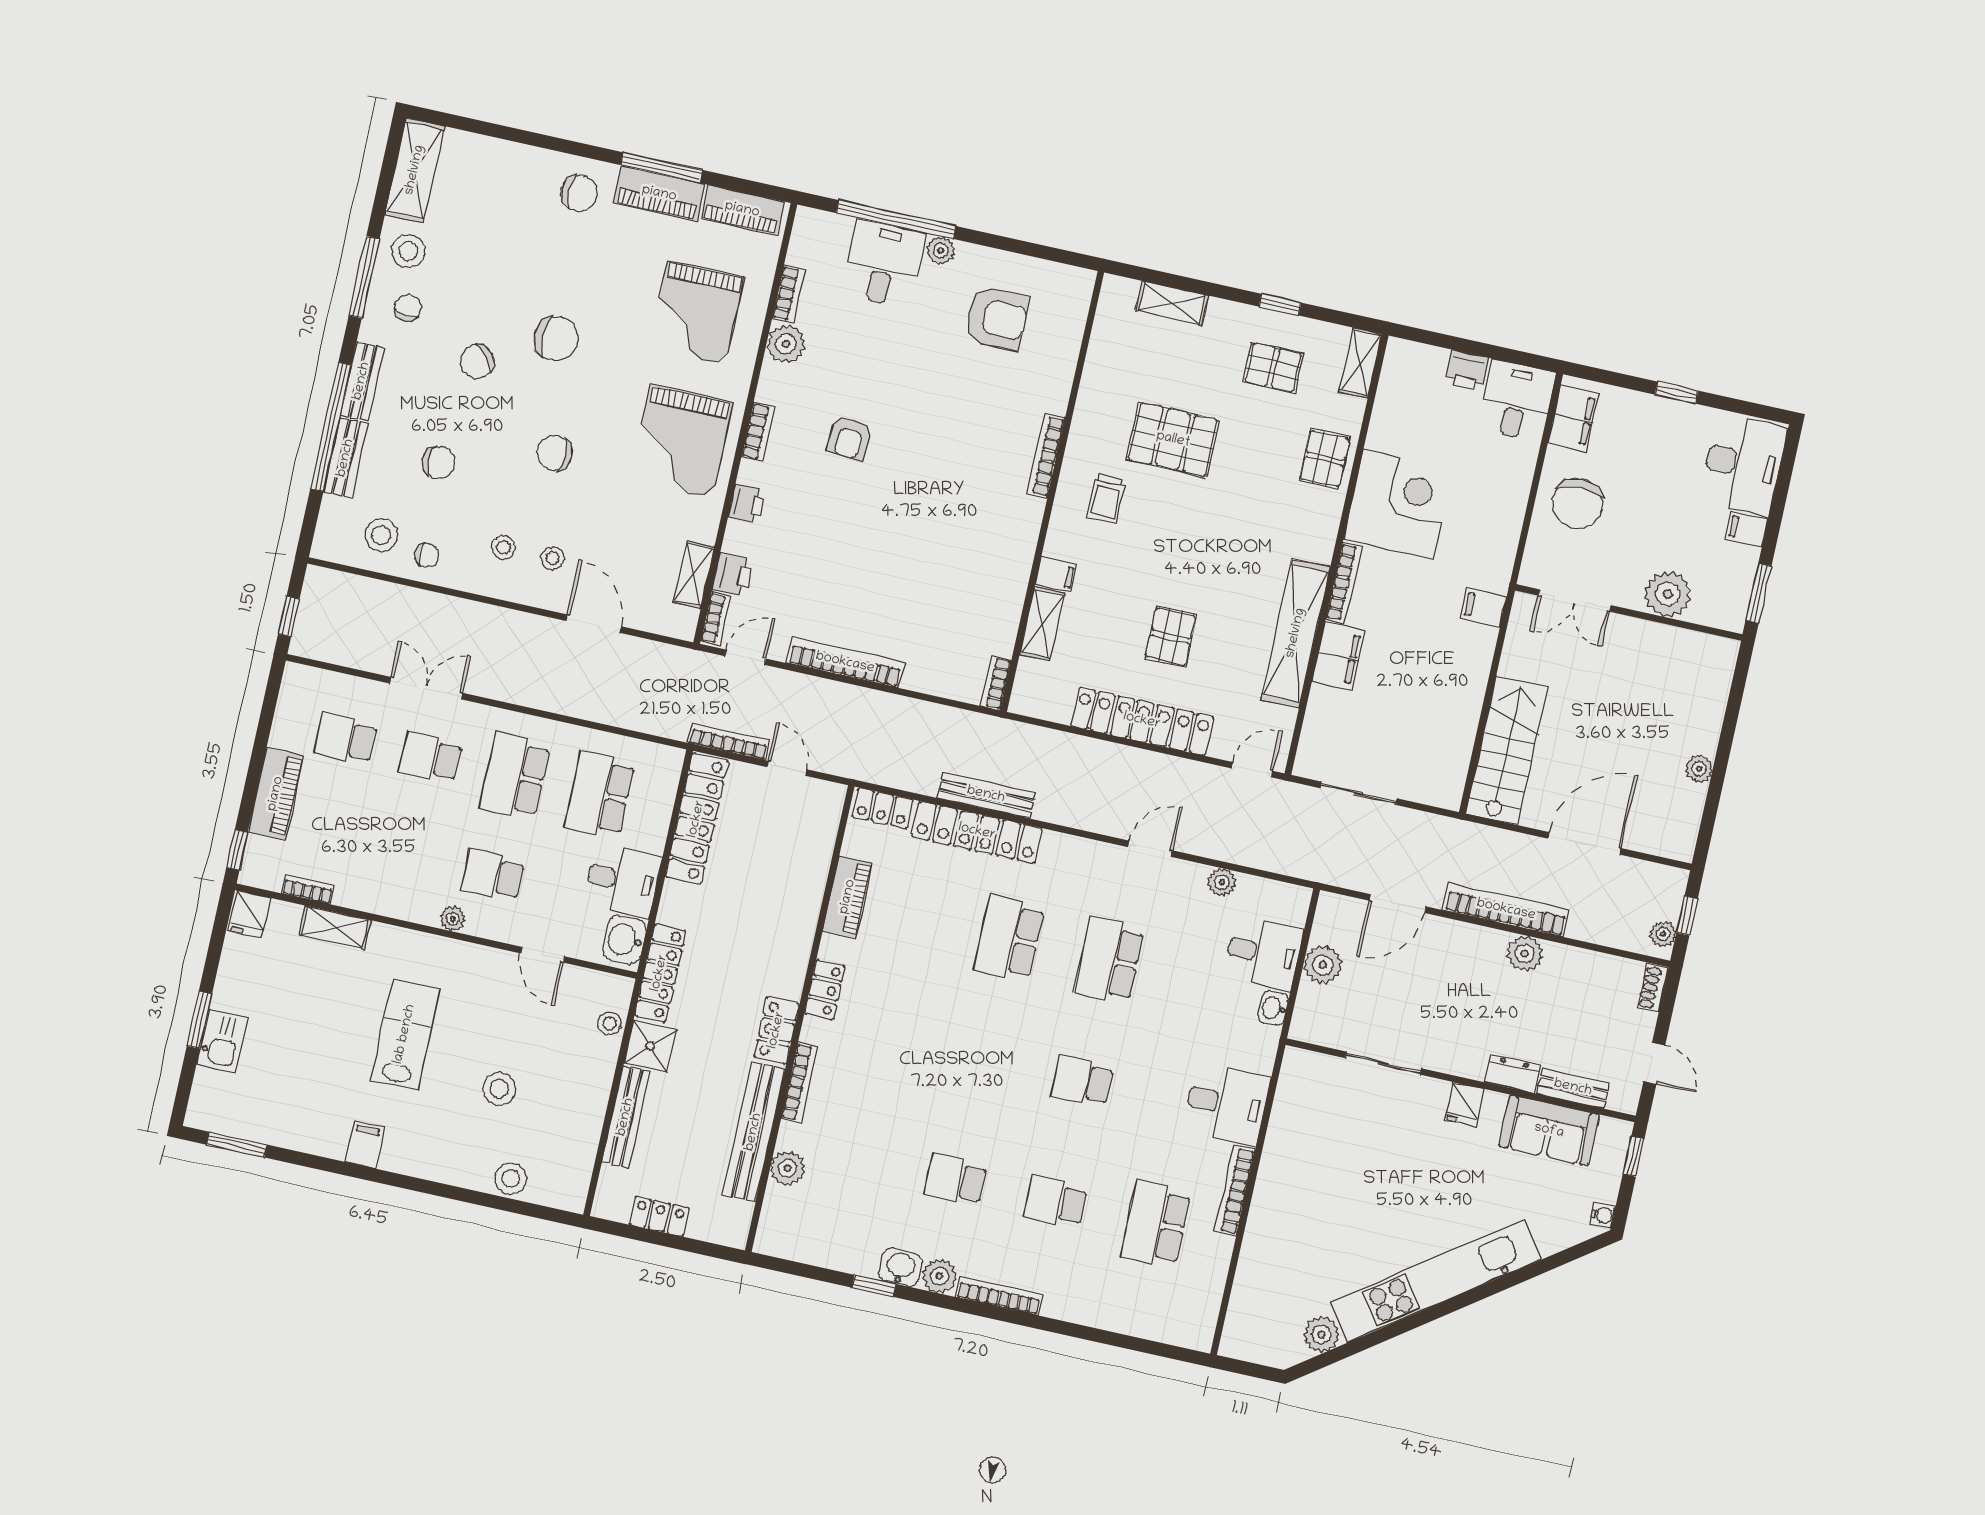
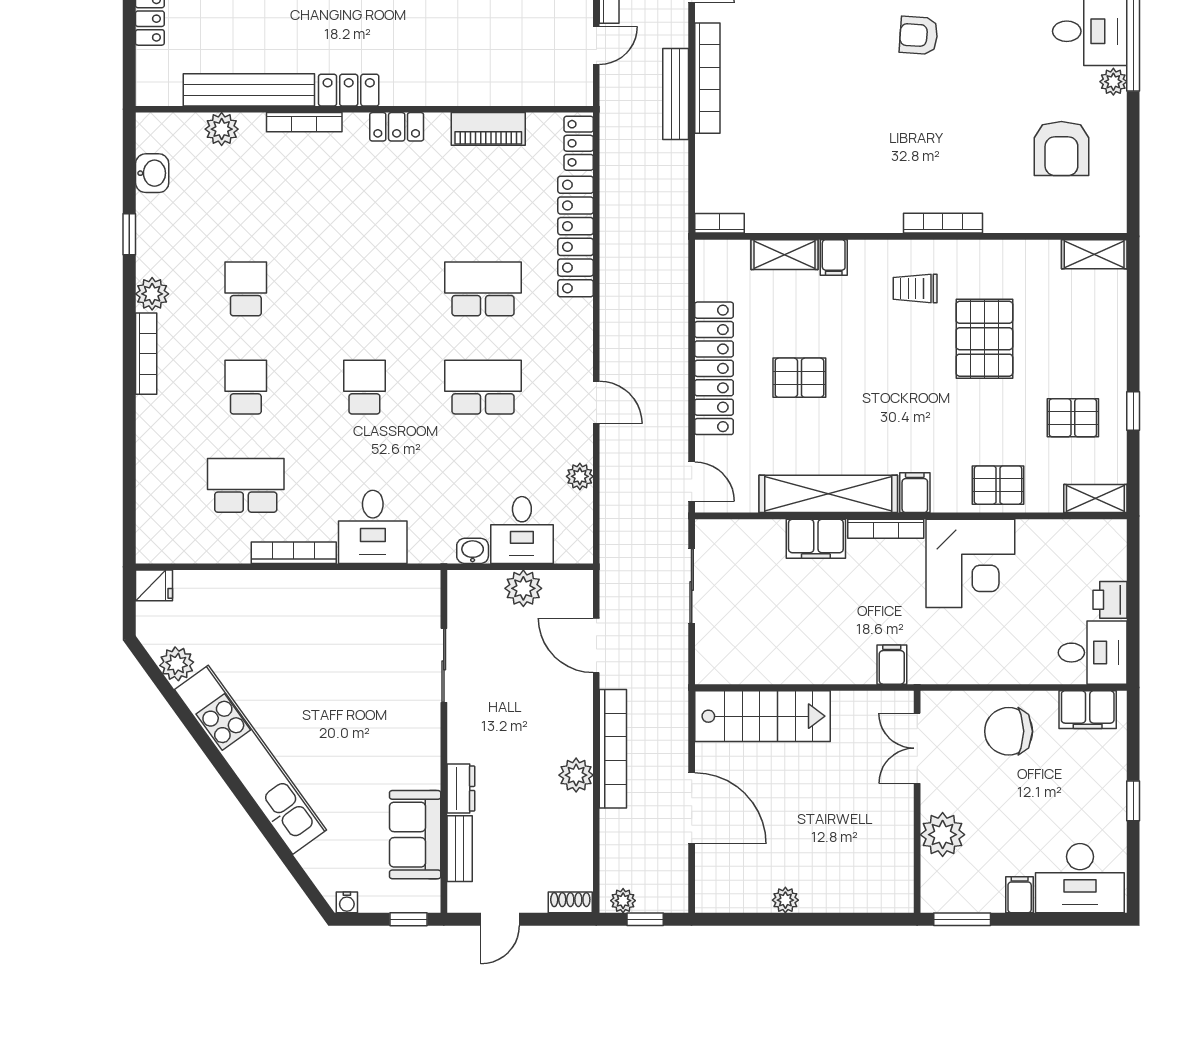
shelving: (1172, 303) -> (1094, 254), moved, turned 90
pallet: (1273, 367) -> (1073, 418), turned 90
filing cabinet: (1314, 545) -> (915, 493), added
bench: (986, 795) -> (676, 94), moved
fridge: (1464, 1104) -> (154, 585), moved, turned 180
washbasin: (900, 1267) -> (152, 173), moved

